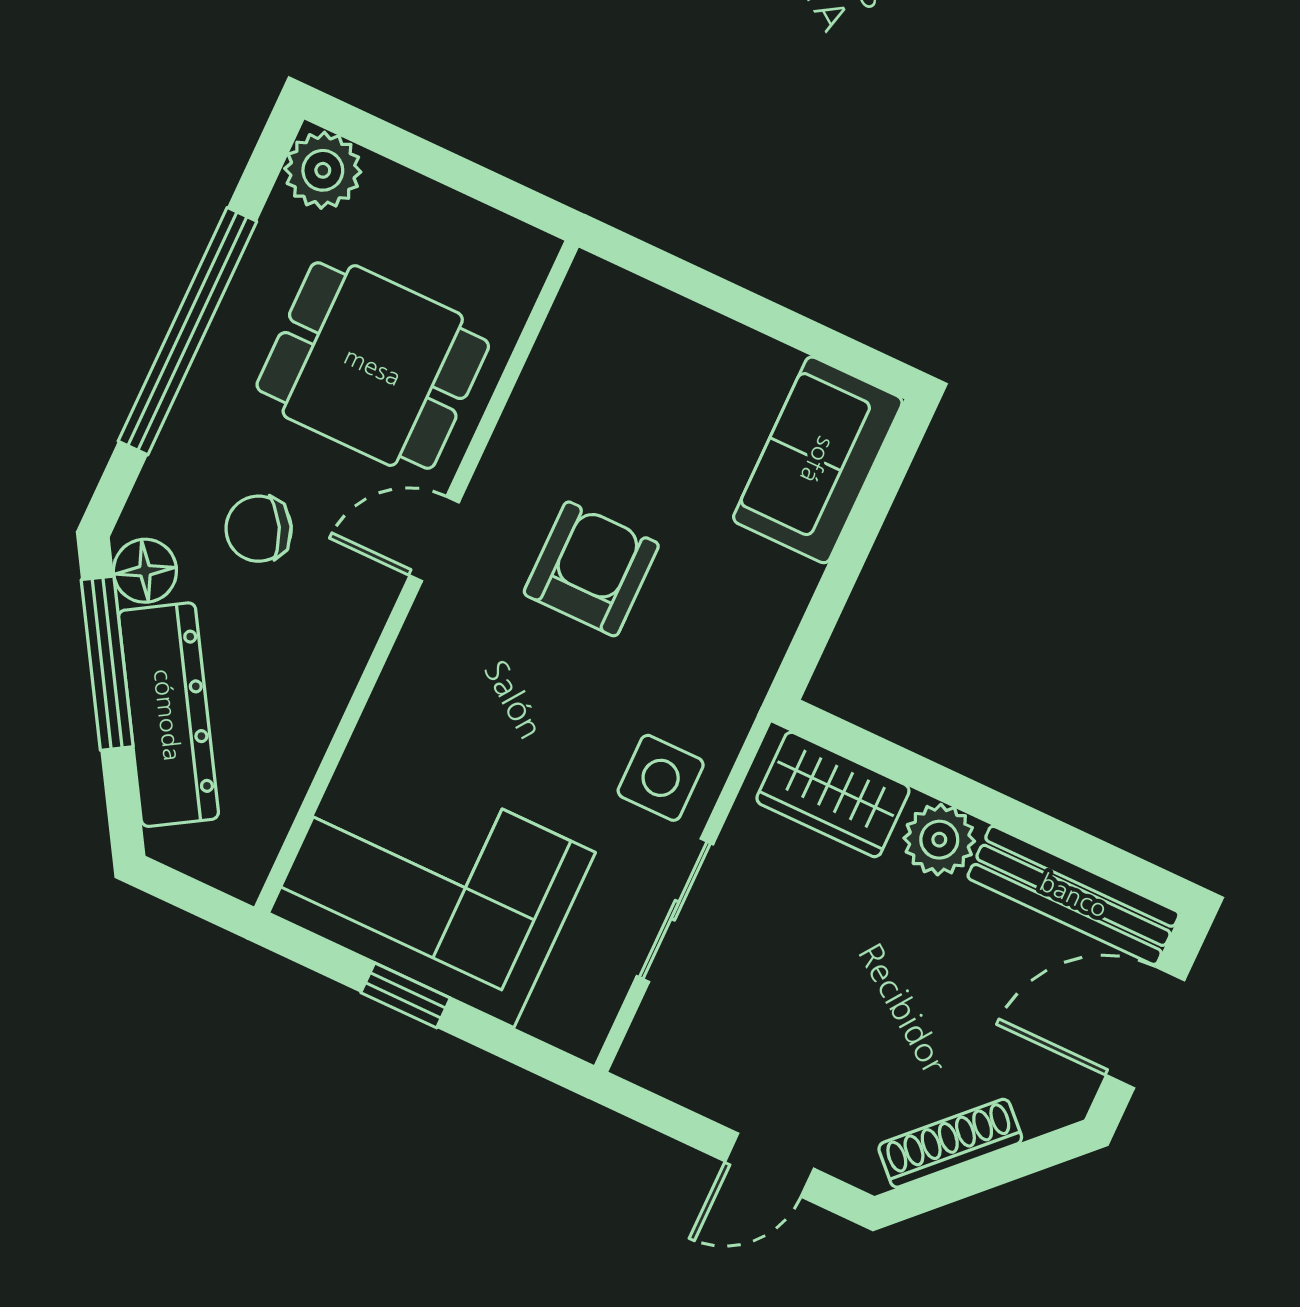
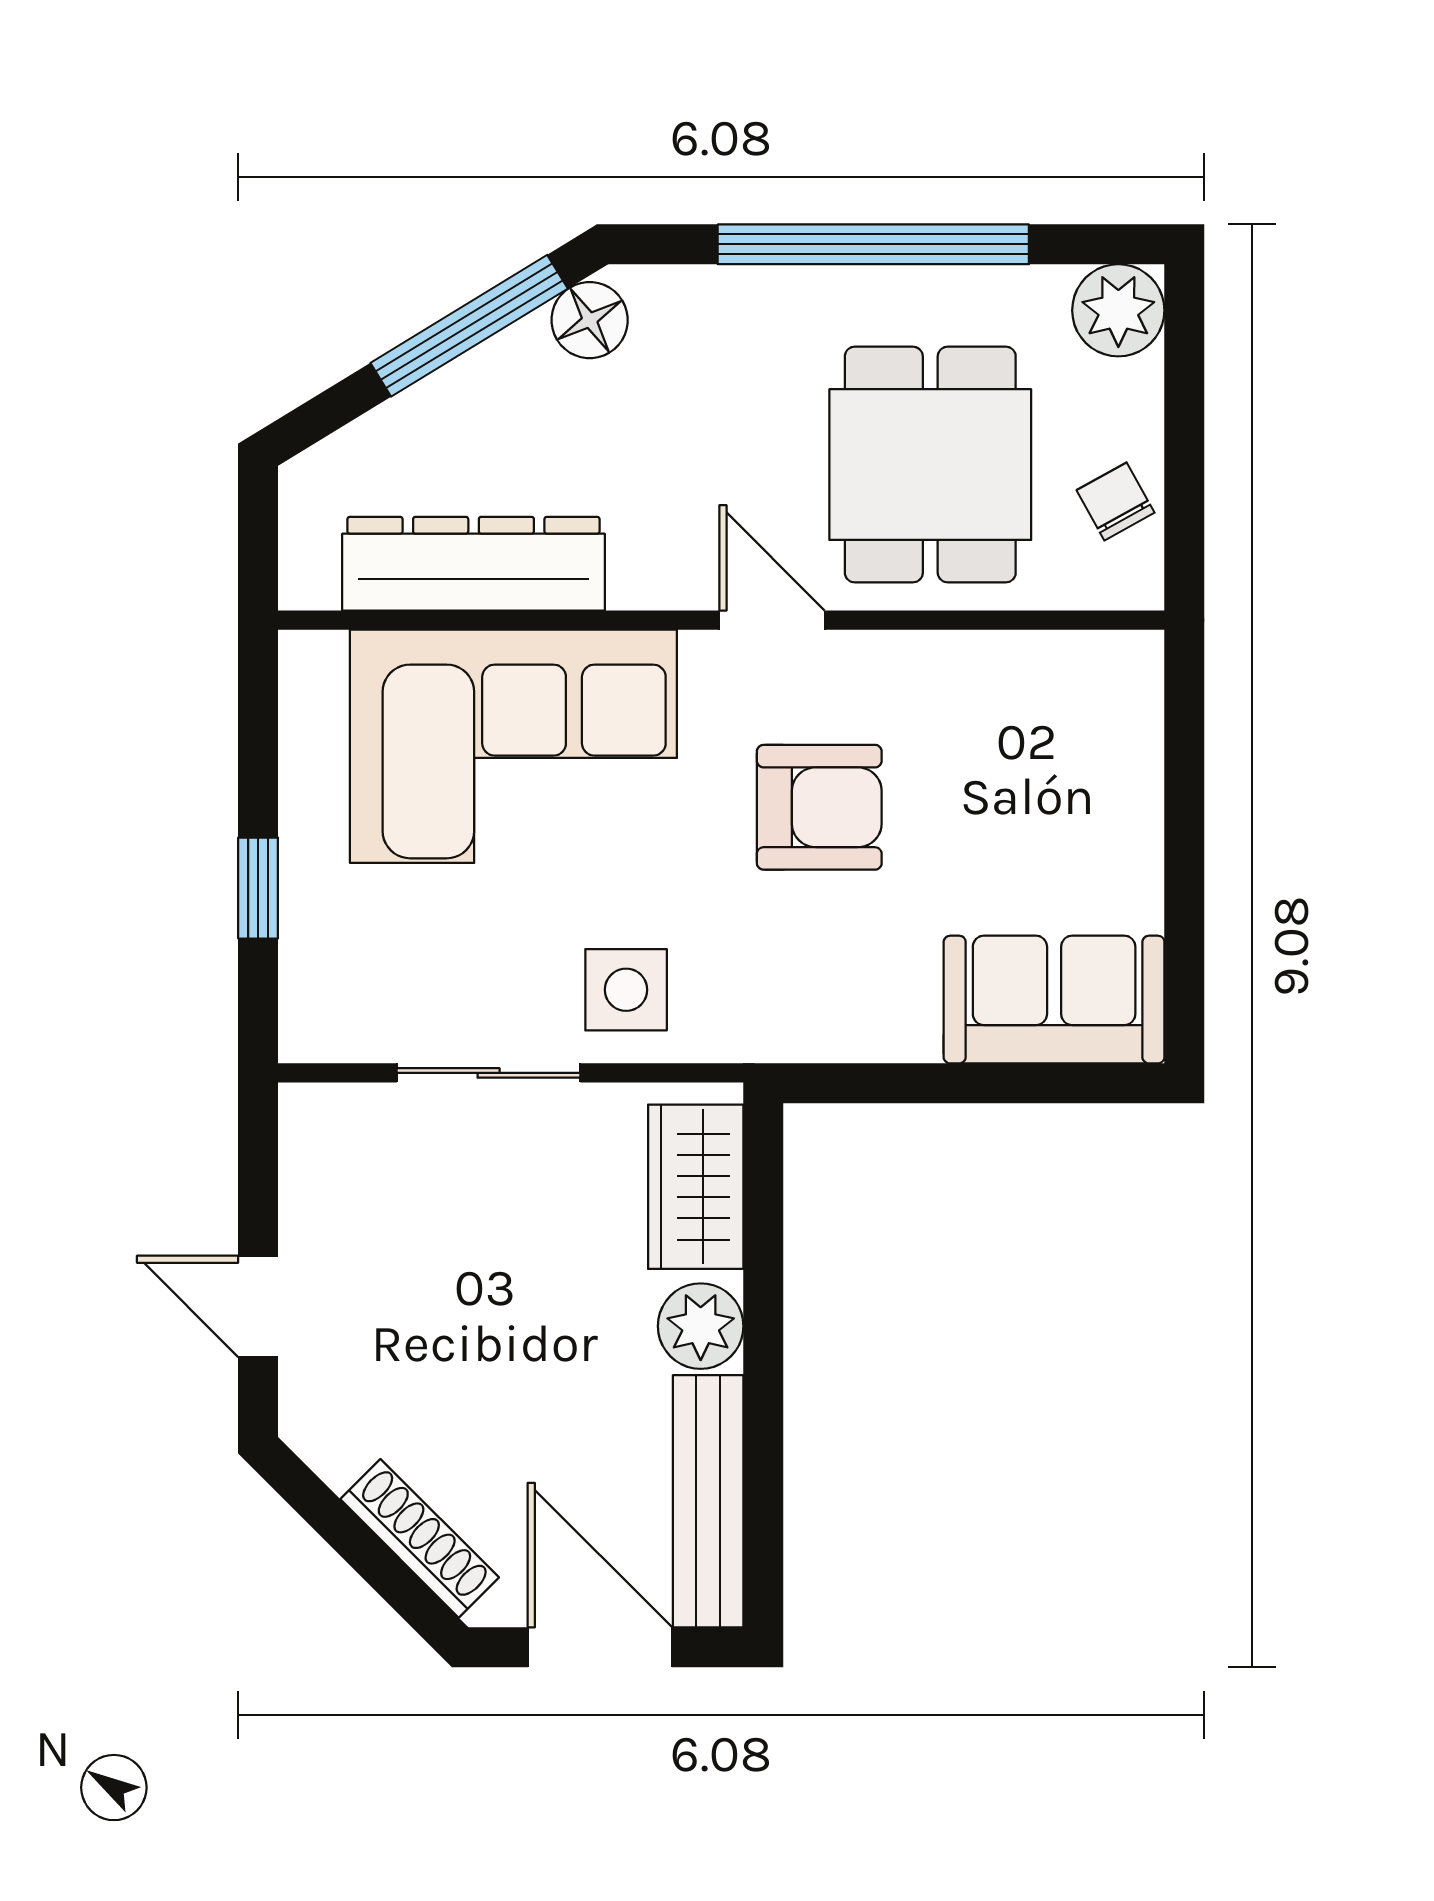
chair: (259, 529) -> (1116, 501), moved, width x0.73, depth x0.73
dresser: (168, 715) -> (474, 564), moved, turned -149
corner sofa: (432, 883) -> (513, 746), moved, turned 90
window: (406, 995) -> (258, 888), moved
shoe rack: (950, 1143) -> (420, 1538), moved

